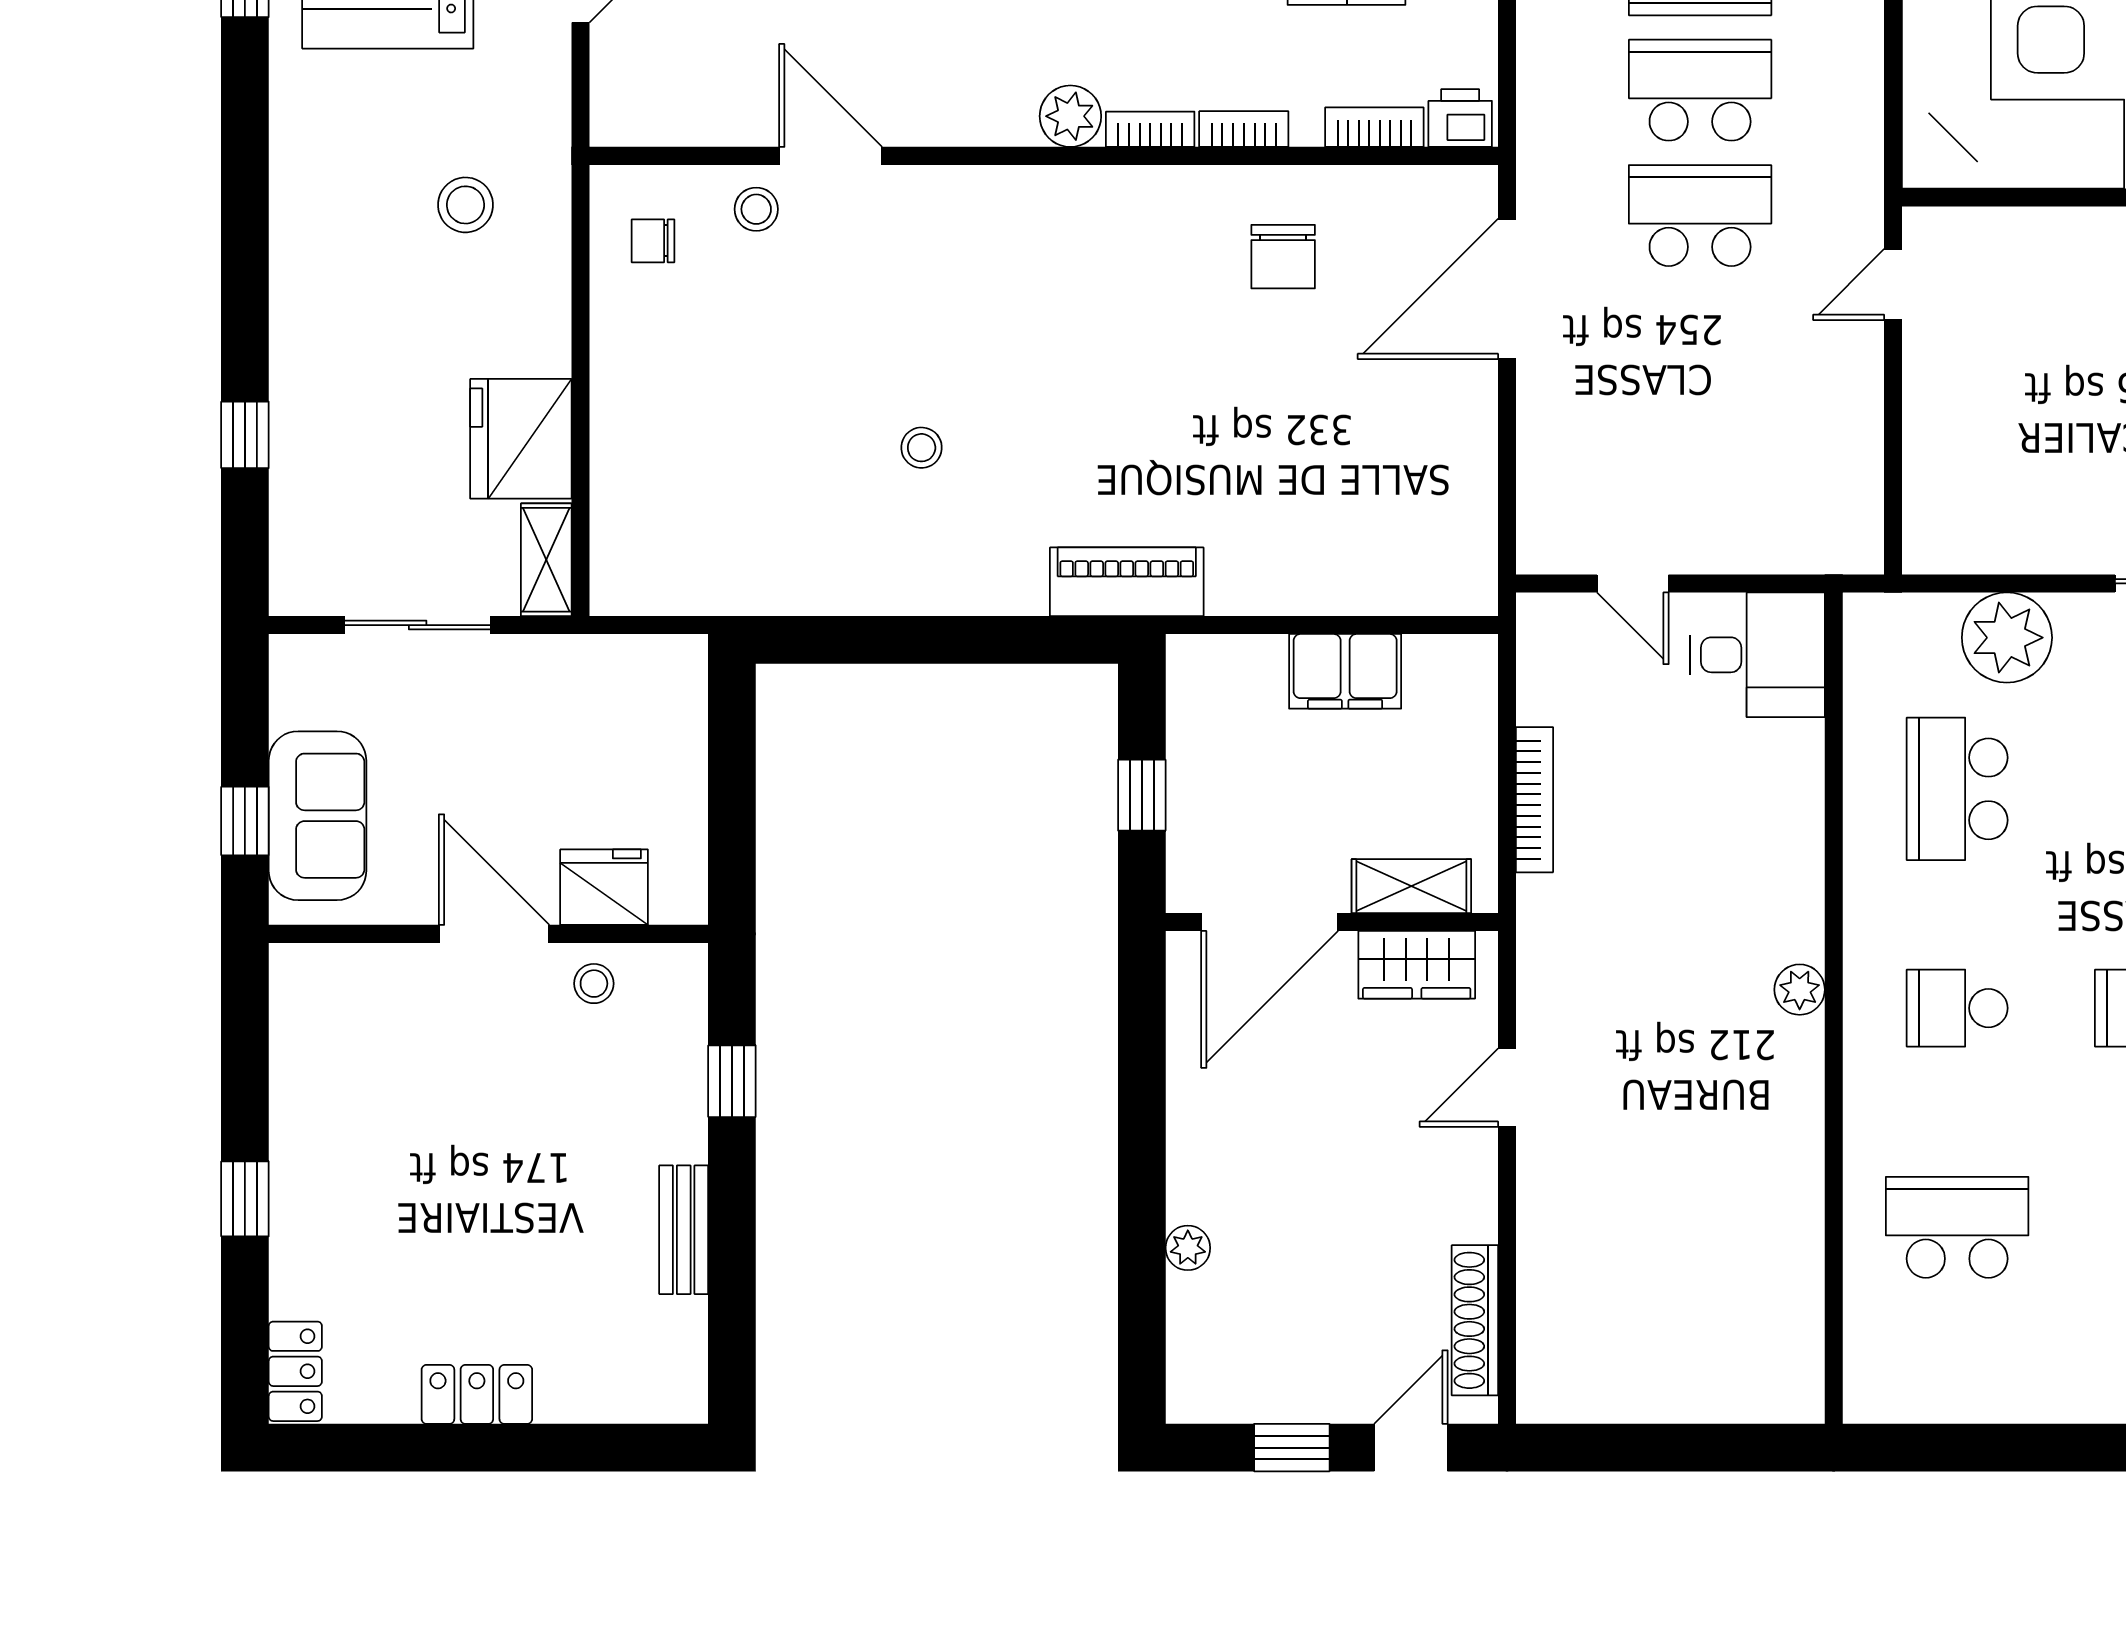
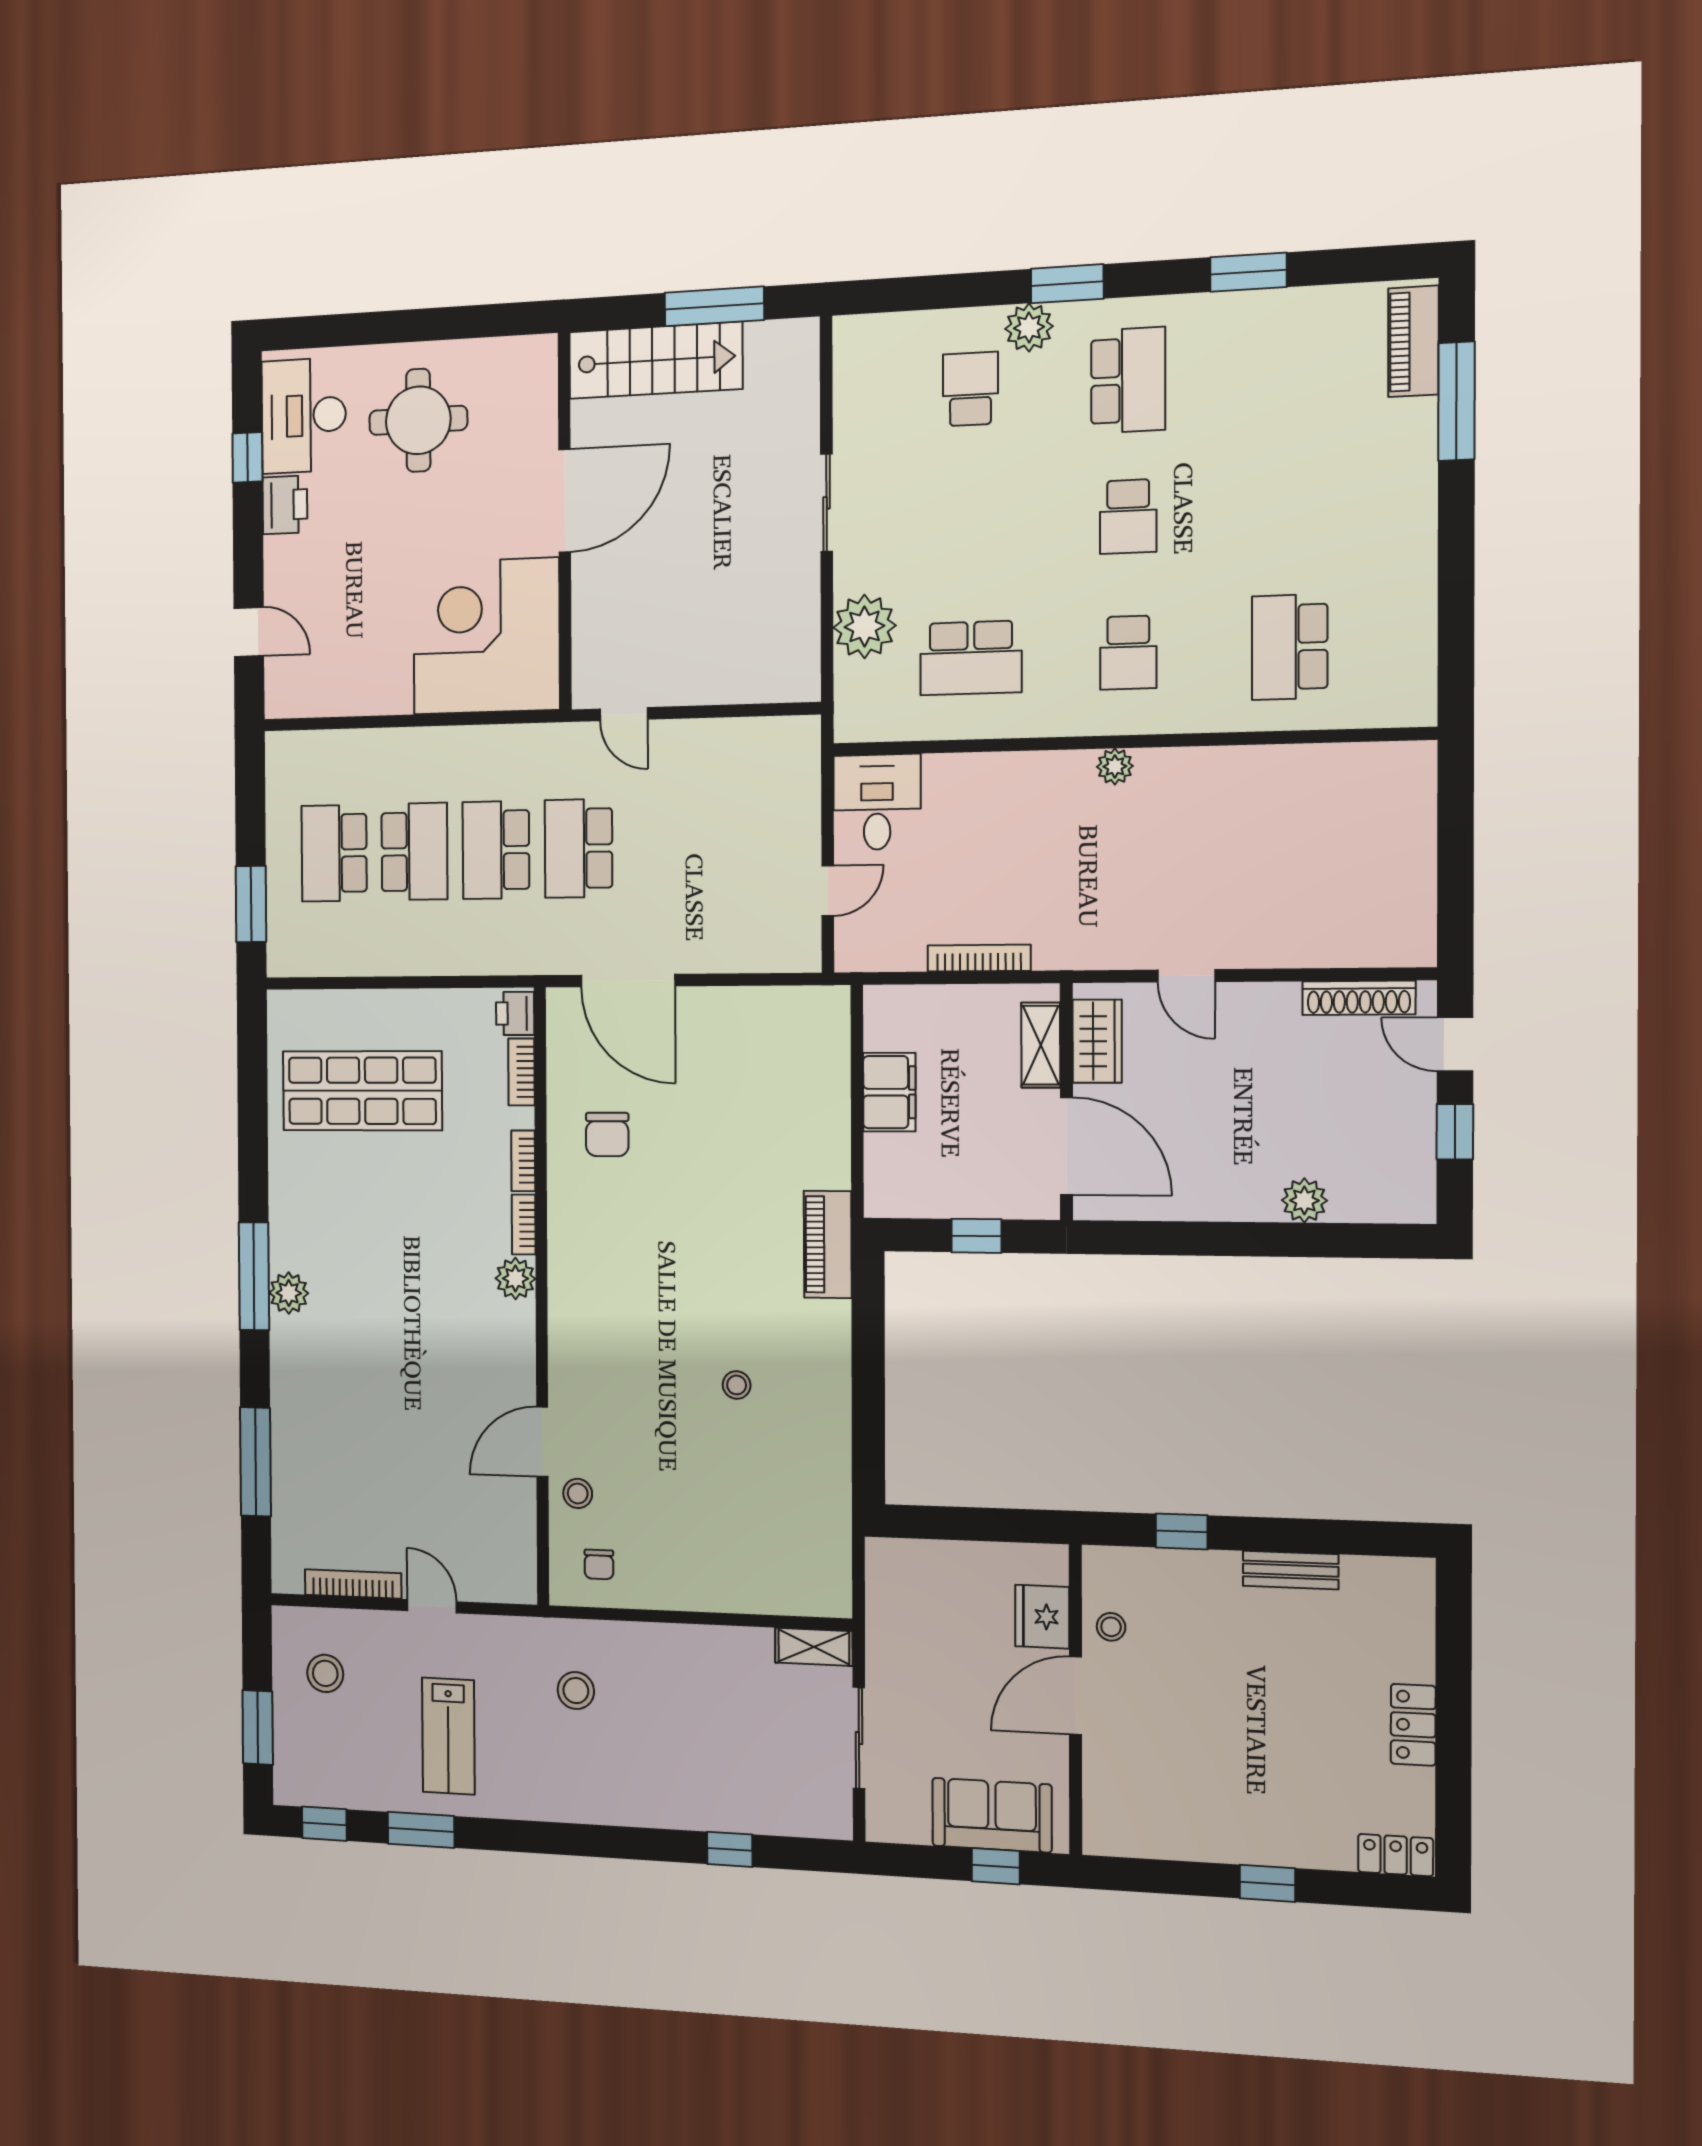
chair: (1283, 257) -> (607, 1134), turned 90
fridge: (521, 439) -> (732, 1660), removed
plant: (1188, 1248) -> (1304, 1200), width x1.38, depth x1.38

